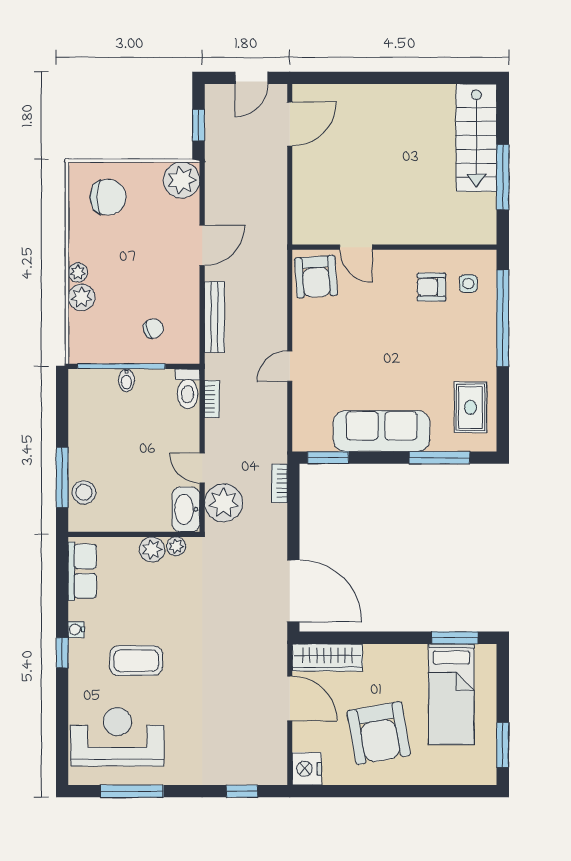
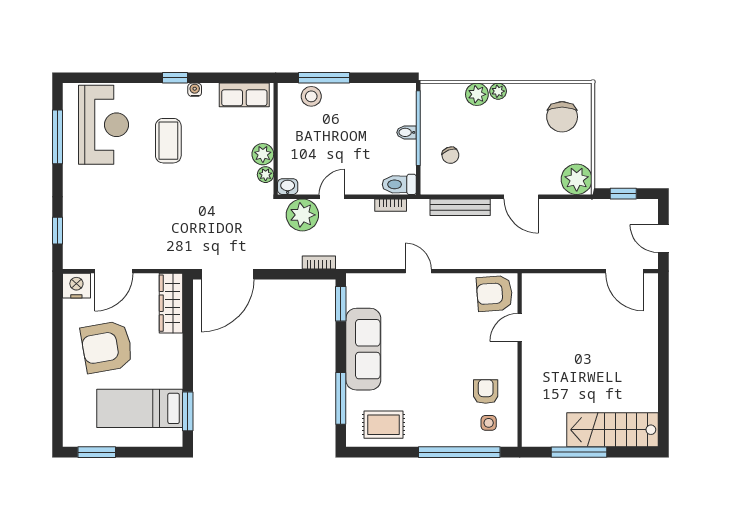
washbasin: (186, 509) -> (288, 187), width x0.52, depth x0.69
door: (290, 698) -> (114, 271), moved

